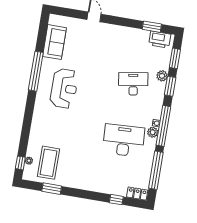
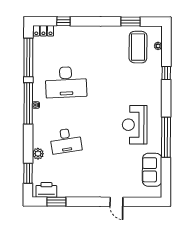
window: (170, 86) -> (28, 145), removed
plant: (153, 132) -> (38, 95), removed
window: (20, 163) -> (166, 73), moved

